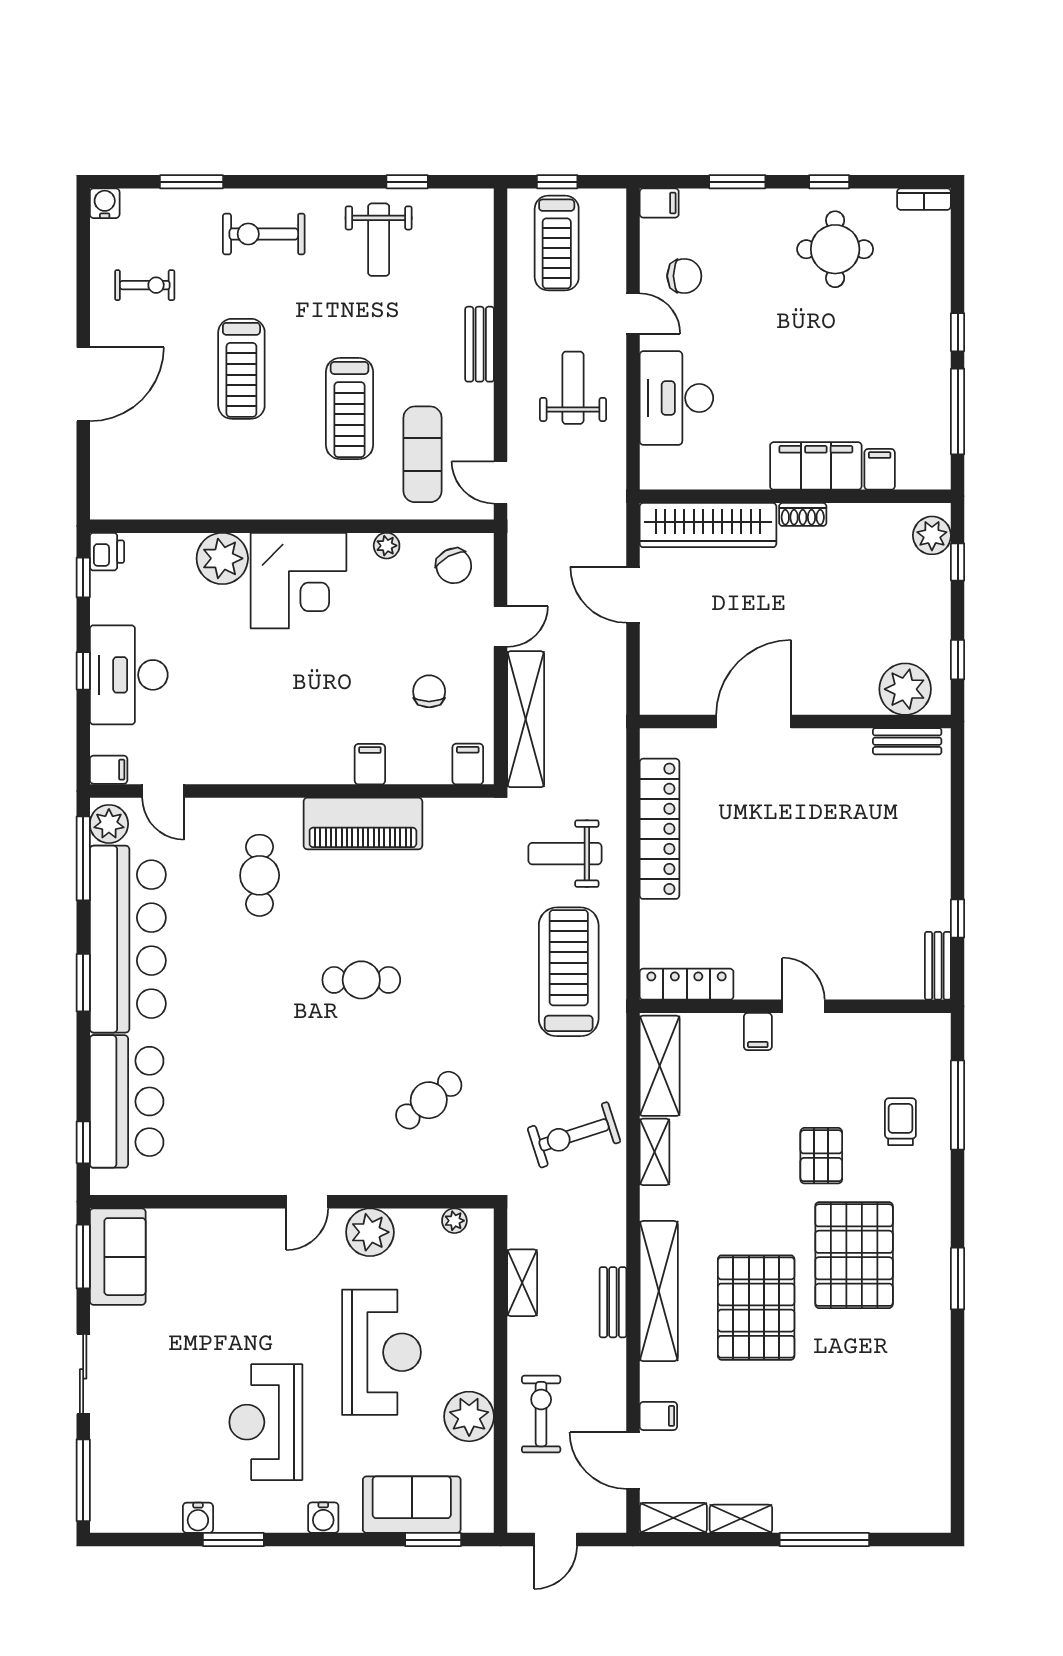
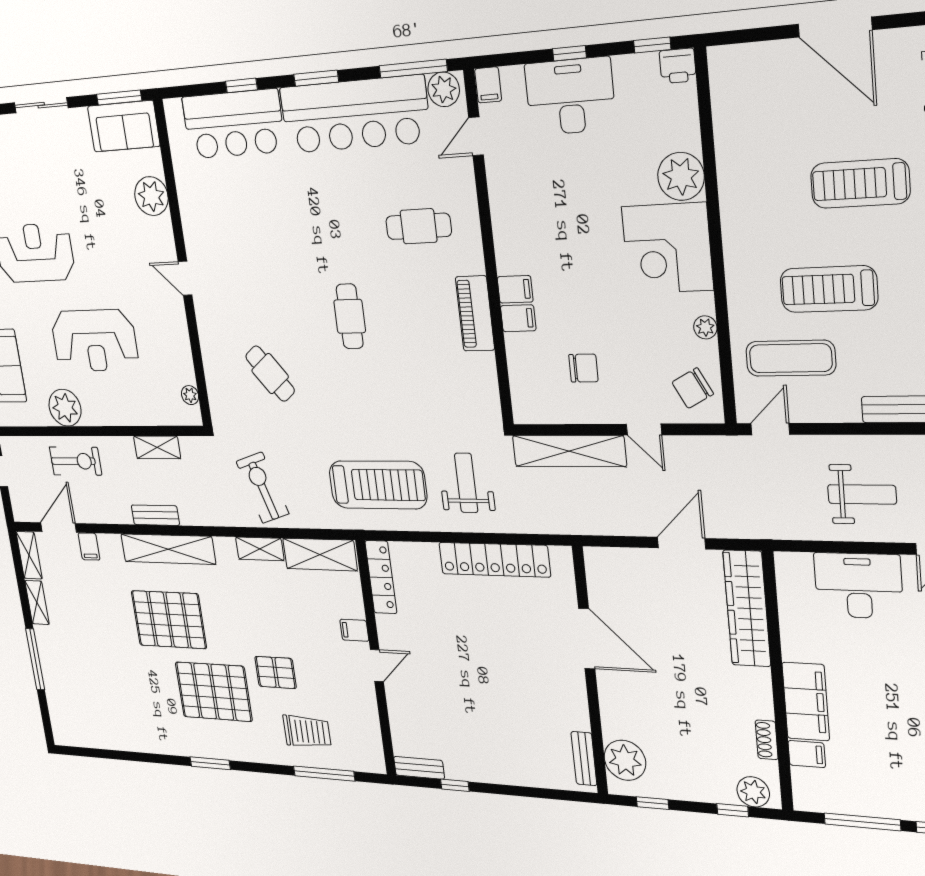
shoe rack: (803, 514) -> (767, 740), moved
filing cabinet: (468, 764) -> (515, 289), moved
piano: (363, 823) -> (475, 314), width x0.73, depth x0.75
trolley: (900, 1122) -> (307, 732), width x1.36, depth x1.39
window: (83, 1142) -> (241, 86), moved
plant: (370, 1232) -> (151, 196), moved

